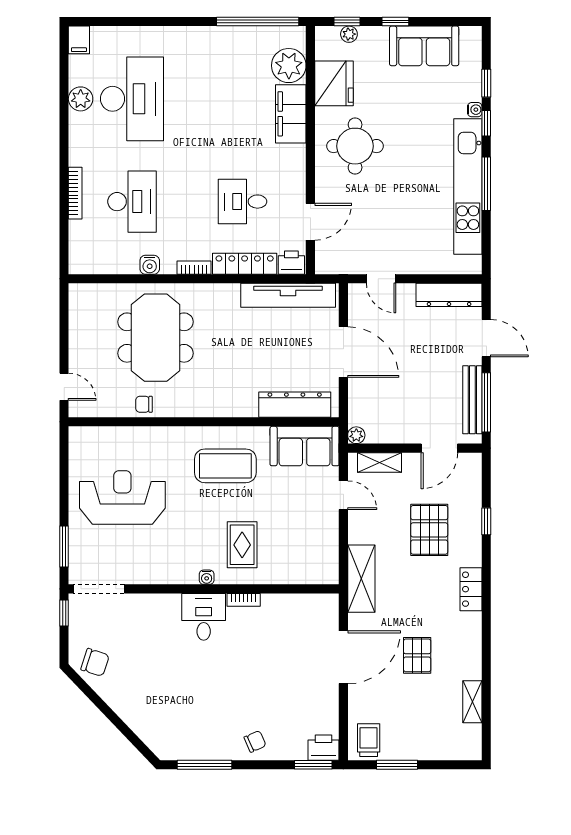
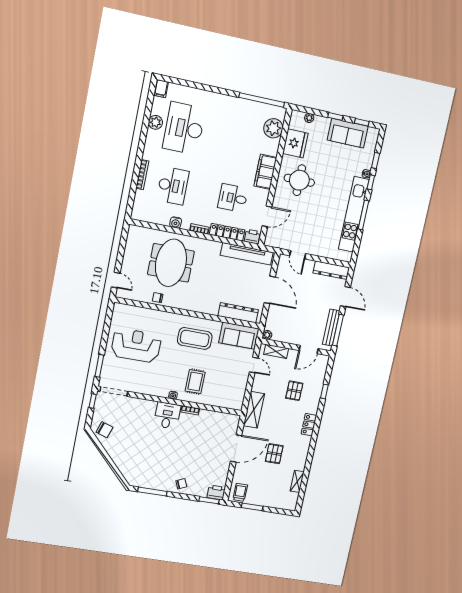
window: (347, 22) -> (362, 122), moved
desk: (132, 99) -> (184, 128), turned 180
filing cabinet: (291, 114) -> (265, 172), moved
pallet: (429, 530) -> (294, 391), width x0.67, depth x0.71

